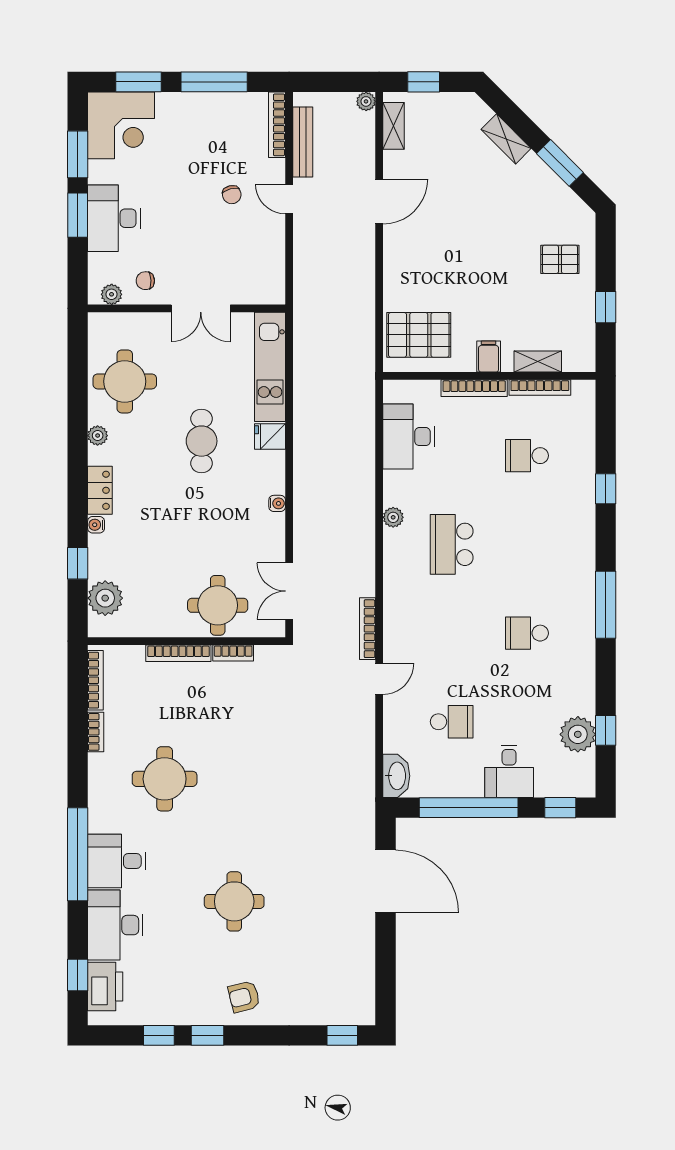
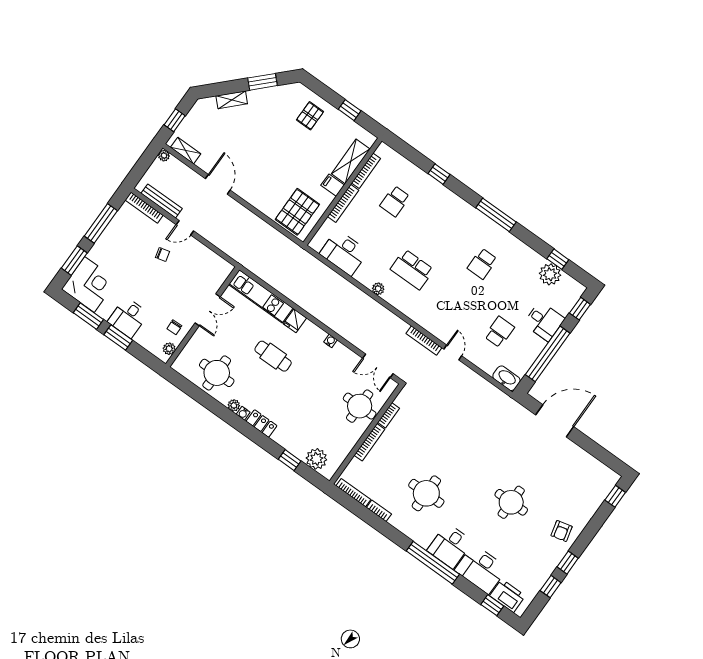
desk: (114, 218) -> (128, 318), width x0.73
shelving: (538, 362) -> (351, 161), width x1.50, depth x1.33
water cooler: (96, 525) -> (243, 413), moved

